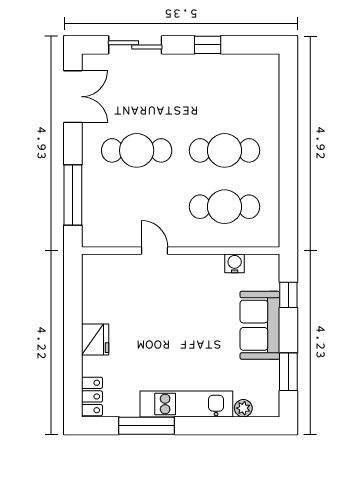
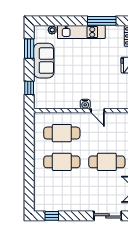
window: (208, 45) -> (52, 216), moved
water cooler: (235, 263) -> (85, 104), moved
sofa: (260, 325) -> (44, 61), moved

